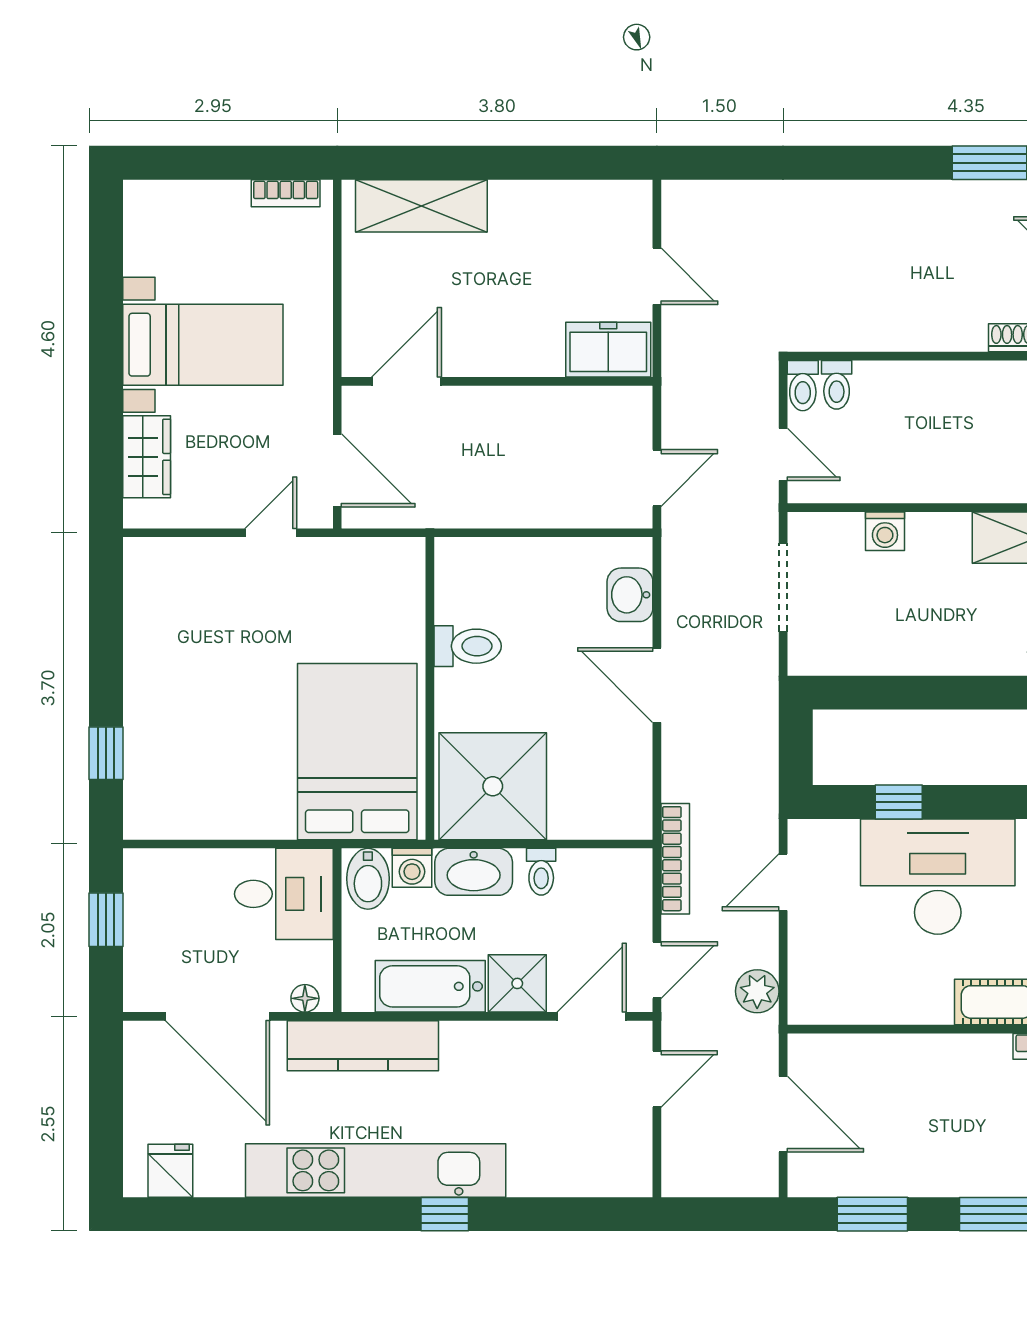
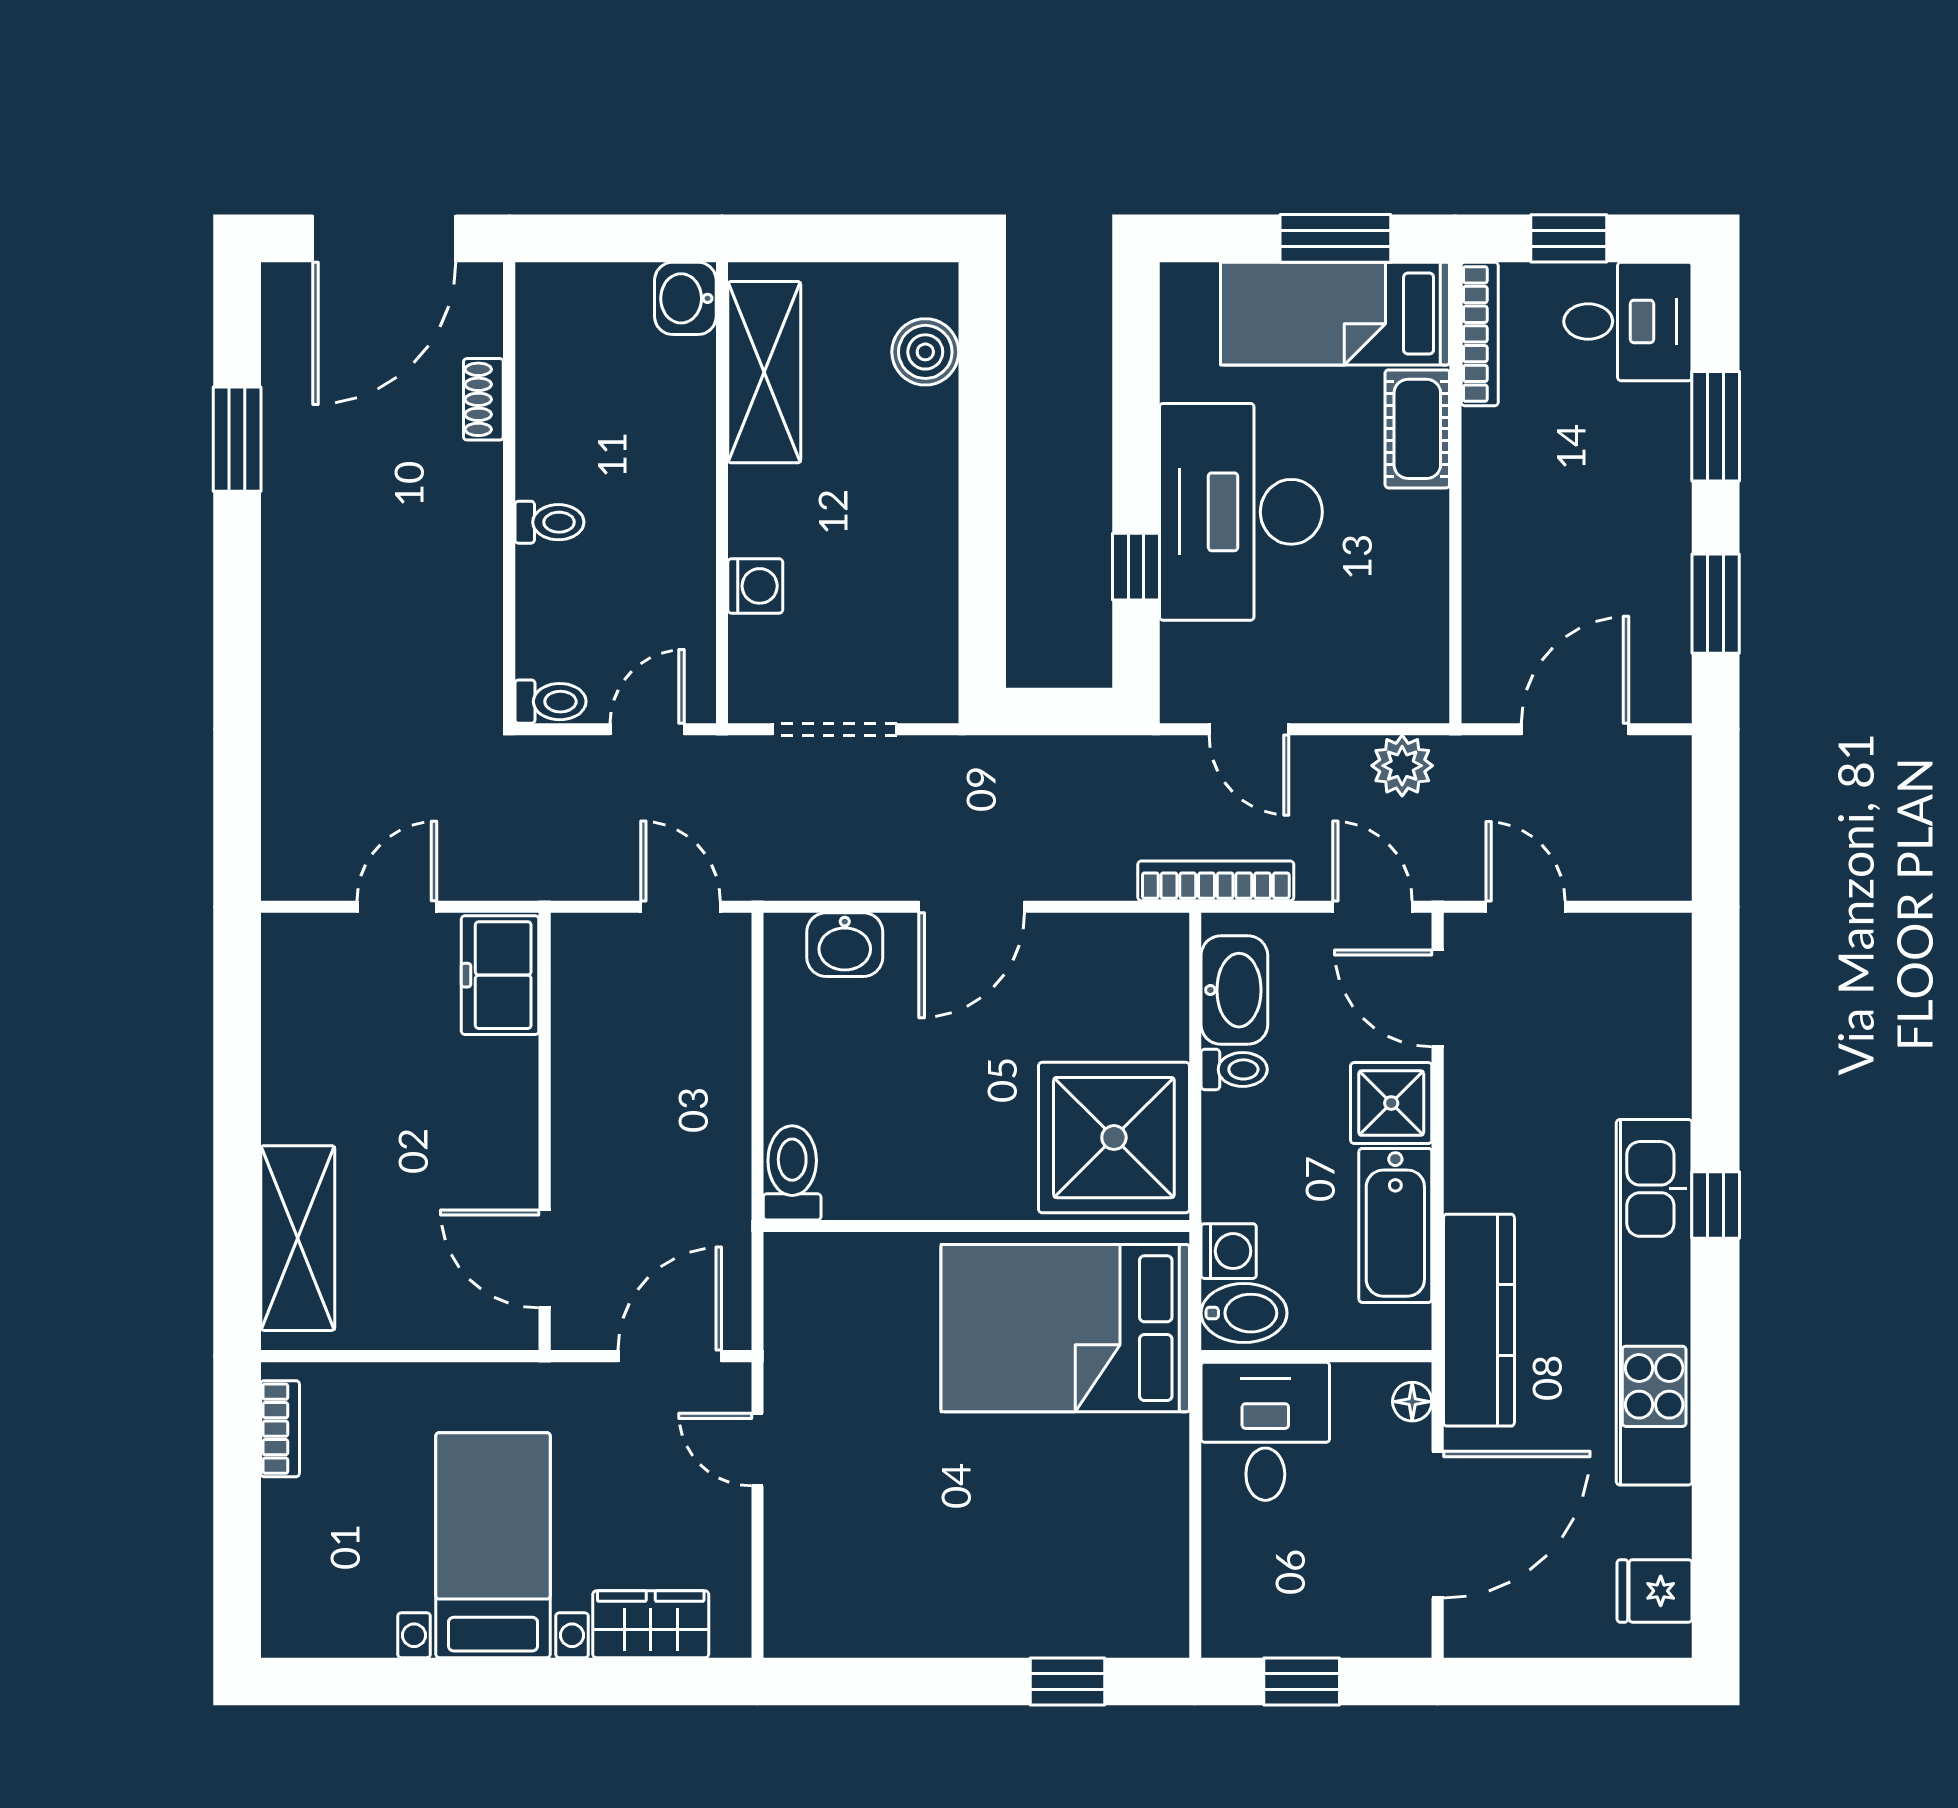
toilet: (837, 385) -> (549, 522), moved
toilet: (468, 646) -> (792, 1173), moved
washbasin: (474, 872) -> (1234, 990), moved

